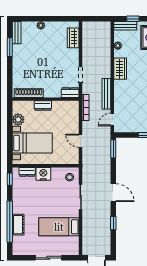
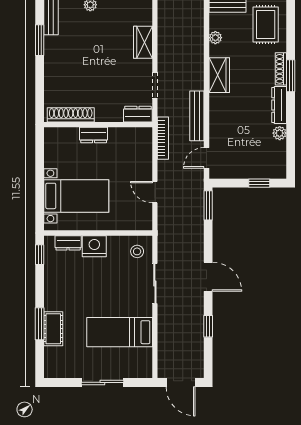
wardrobe: (73, 38) -> (143, 42), moved
plant: (18, 119) -> (54, 158), removed
window: (10, 222) -> (40, 324), width x0.47

